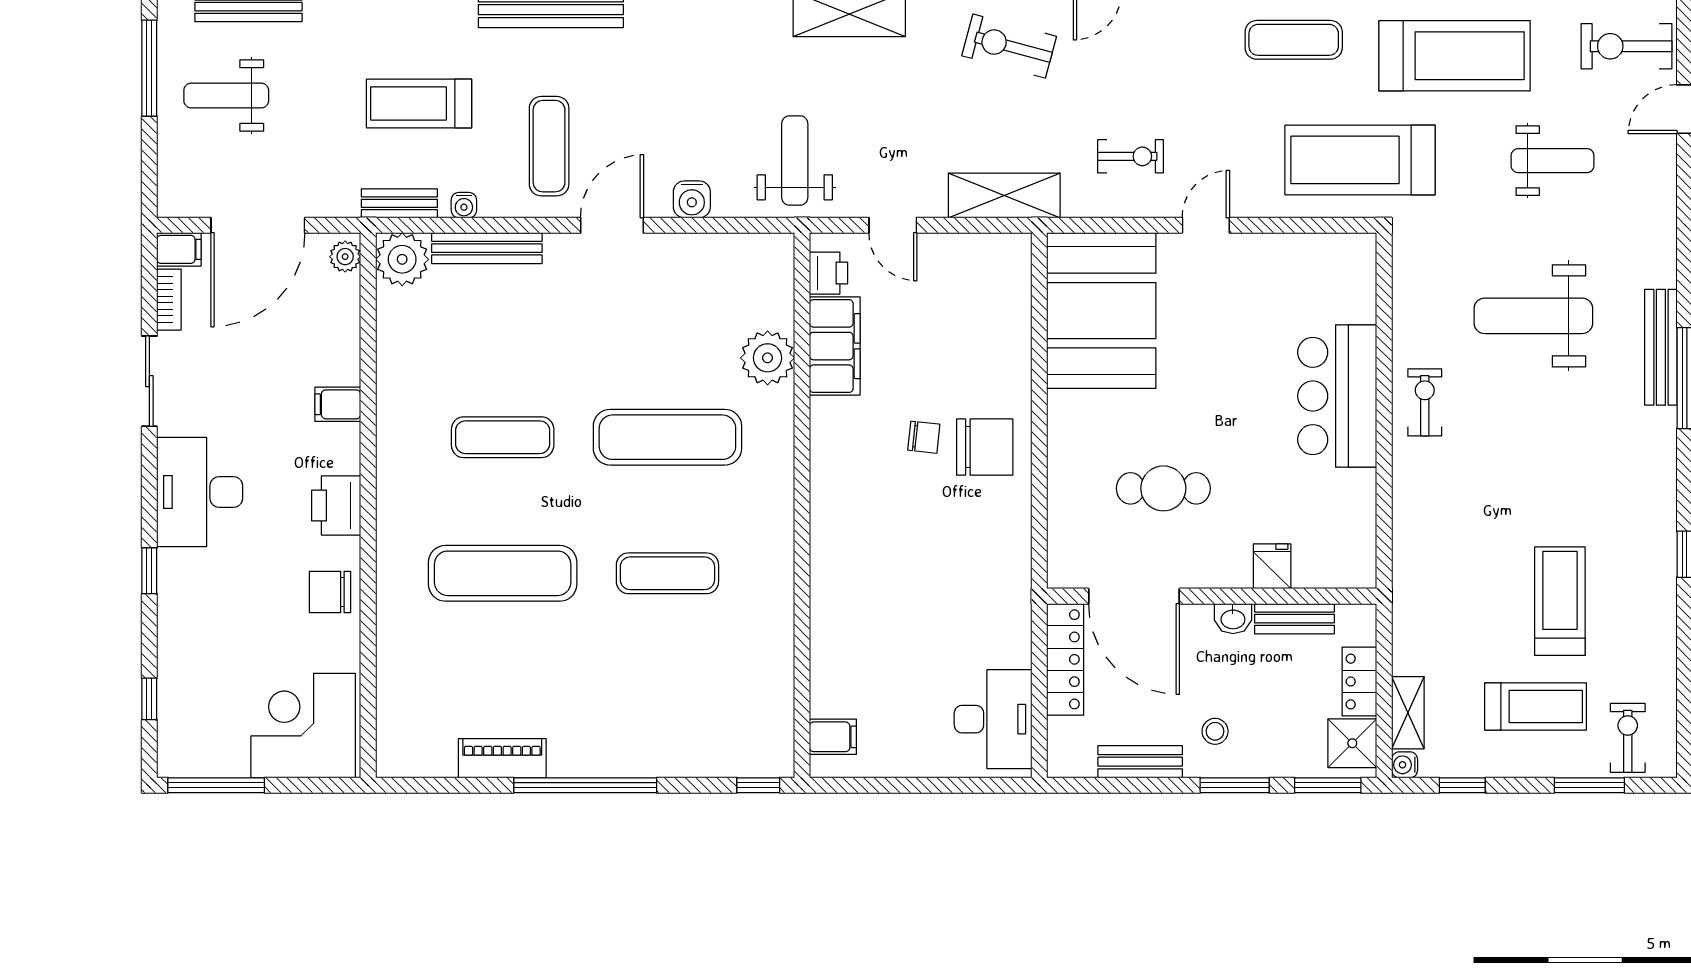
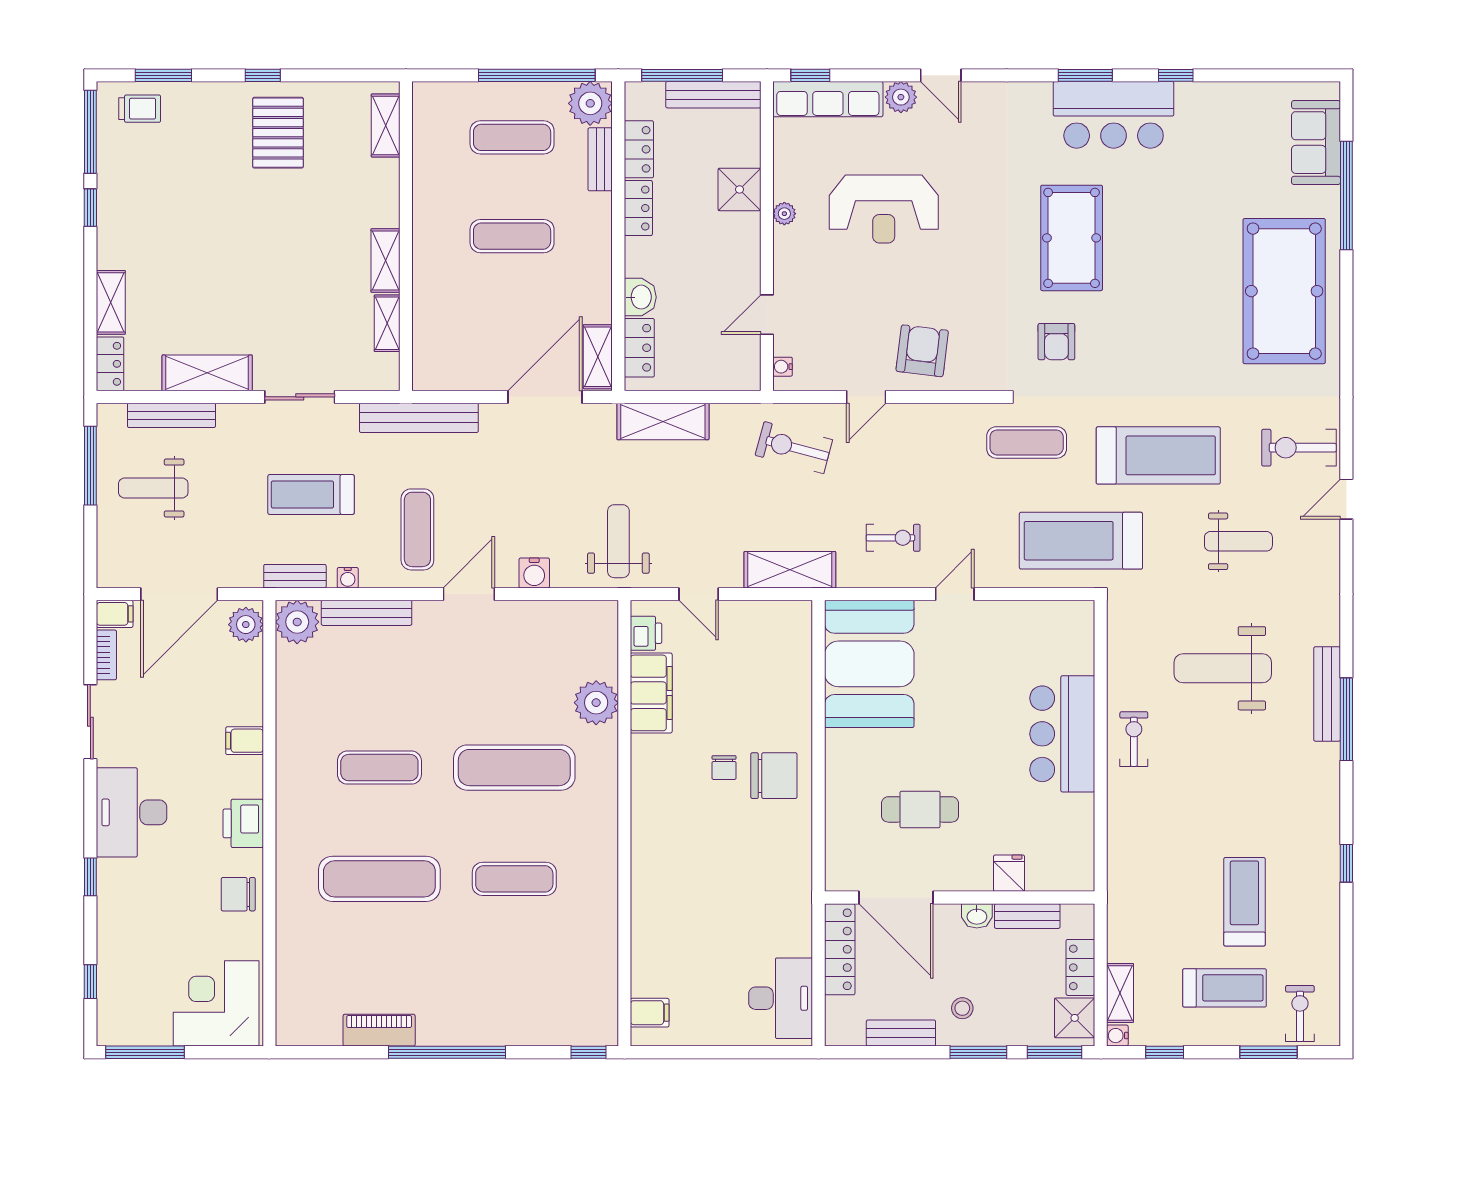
plant: (345, 257) -> (246, 625), width x1.38, depth x1.38
chair: (924, 437) -> (724, 768), turned 84

